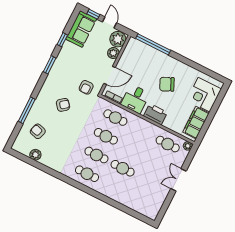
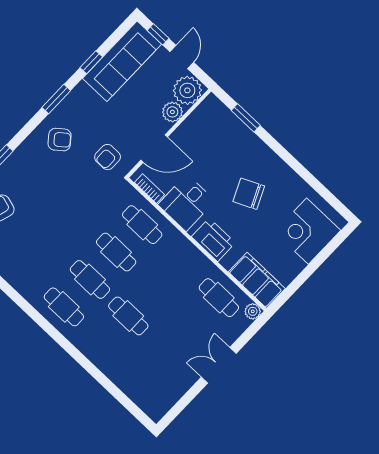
sofa: (81, 29) -> (122, 61), width x1.36
window: (153, 44) -> (246, 118), width x0.47
armchair: (63, 105) -> (60, 140), moved
filing cabinet: (196, 123) -> (257, 280), moved, turned 90

